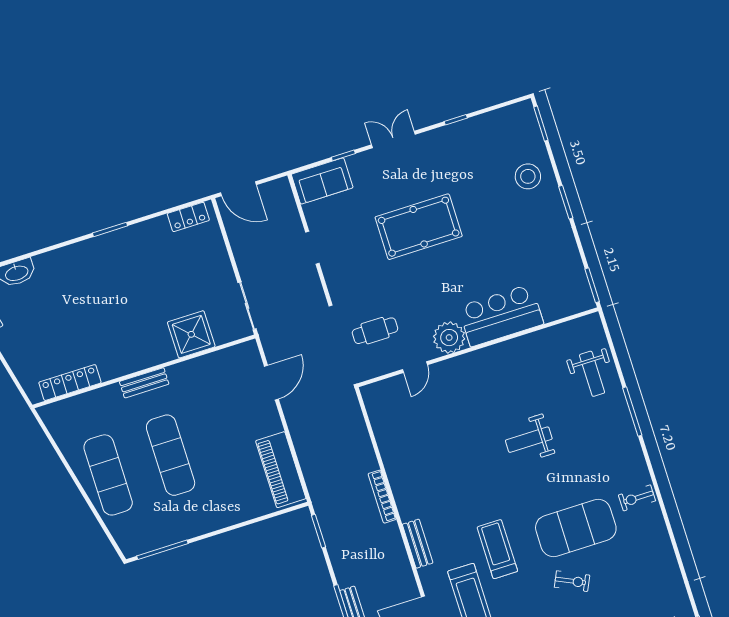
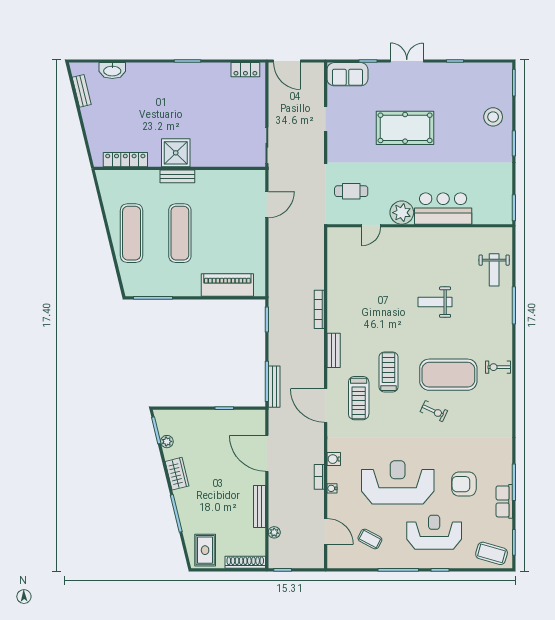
shower: (191, 334) -> (176, 153), moved
piano: (281, 470) -> (227, 285), moved, turned 90

